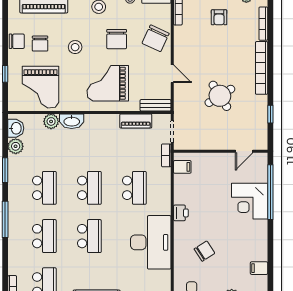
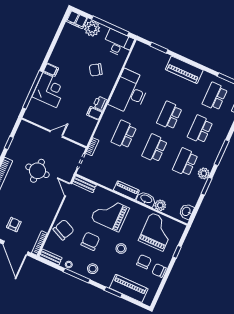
door: (172, 74) -> (68, 190), moved
grand piano: (108, 83) -> (110, 214), turned 180
round table: (220, 96) -> (37, 171), turned 32
piano: (136, 121) -> (126, 190), moved
plant: (16, 146) -> (204, 173), moved
door: (244, 151) -> (56, 134), moved
filing cabinet: (182, 167) -> (94, 113), moved
filing cabinet: (259, 268) -> (51, 70), moved

